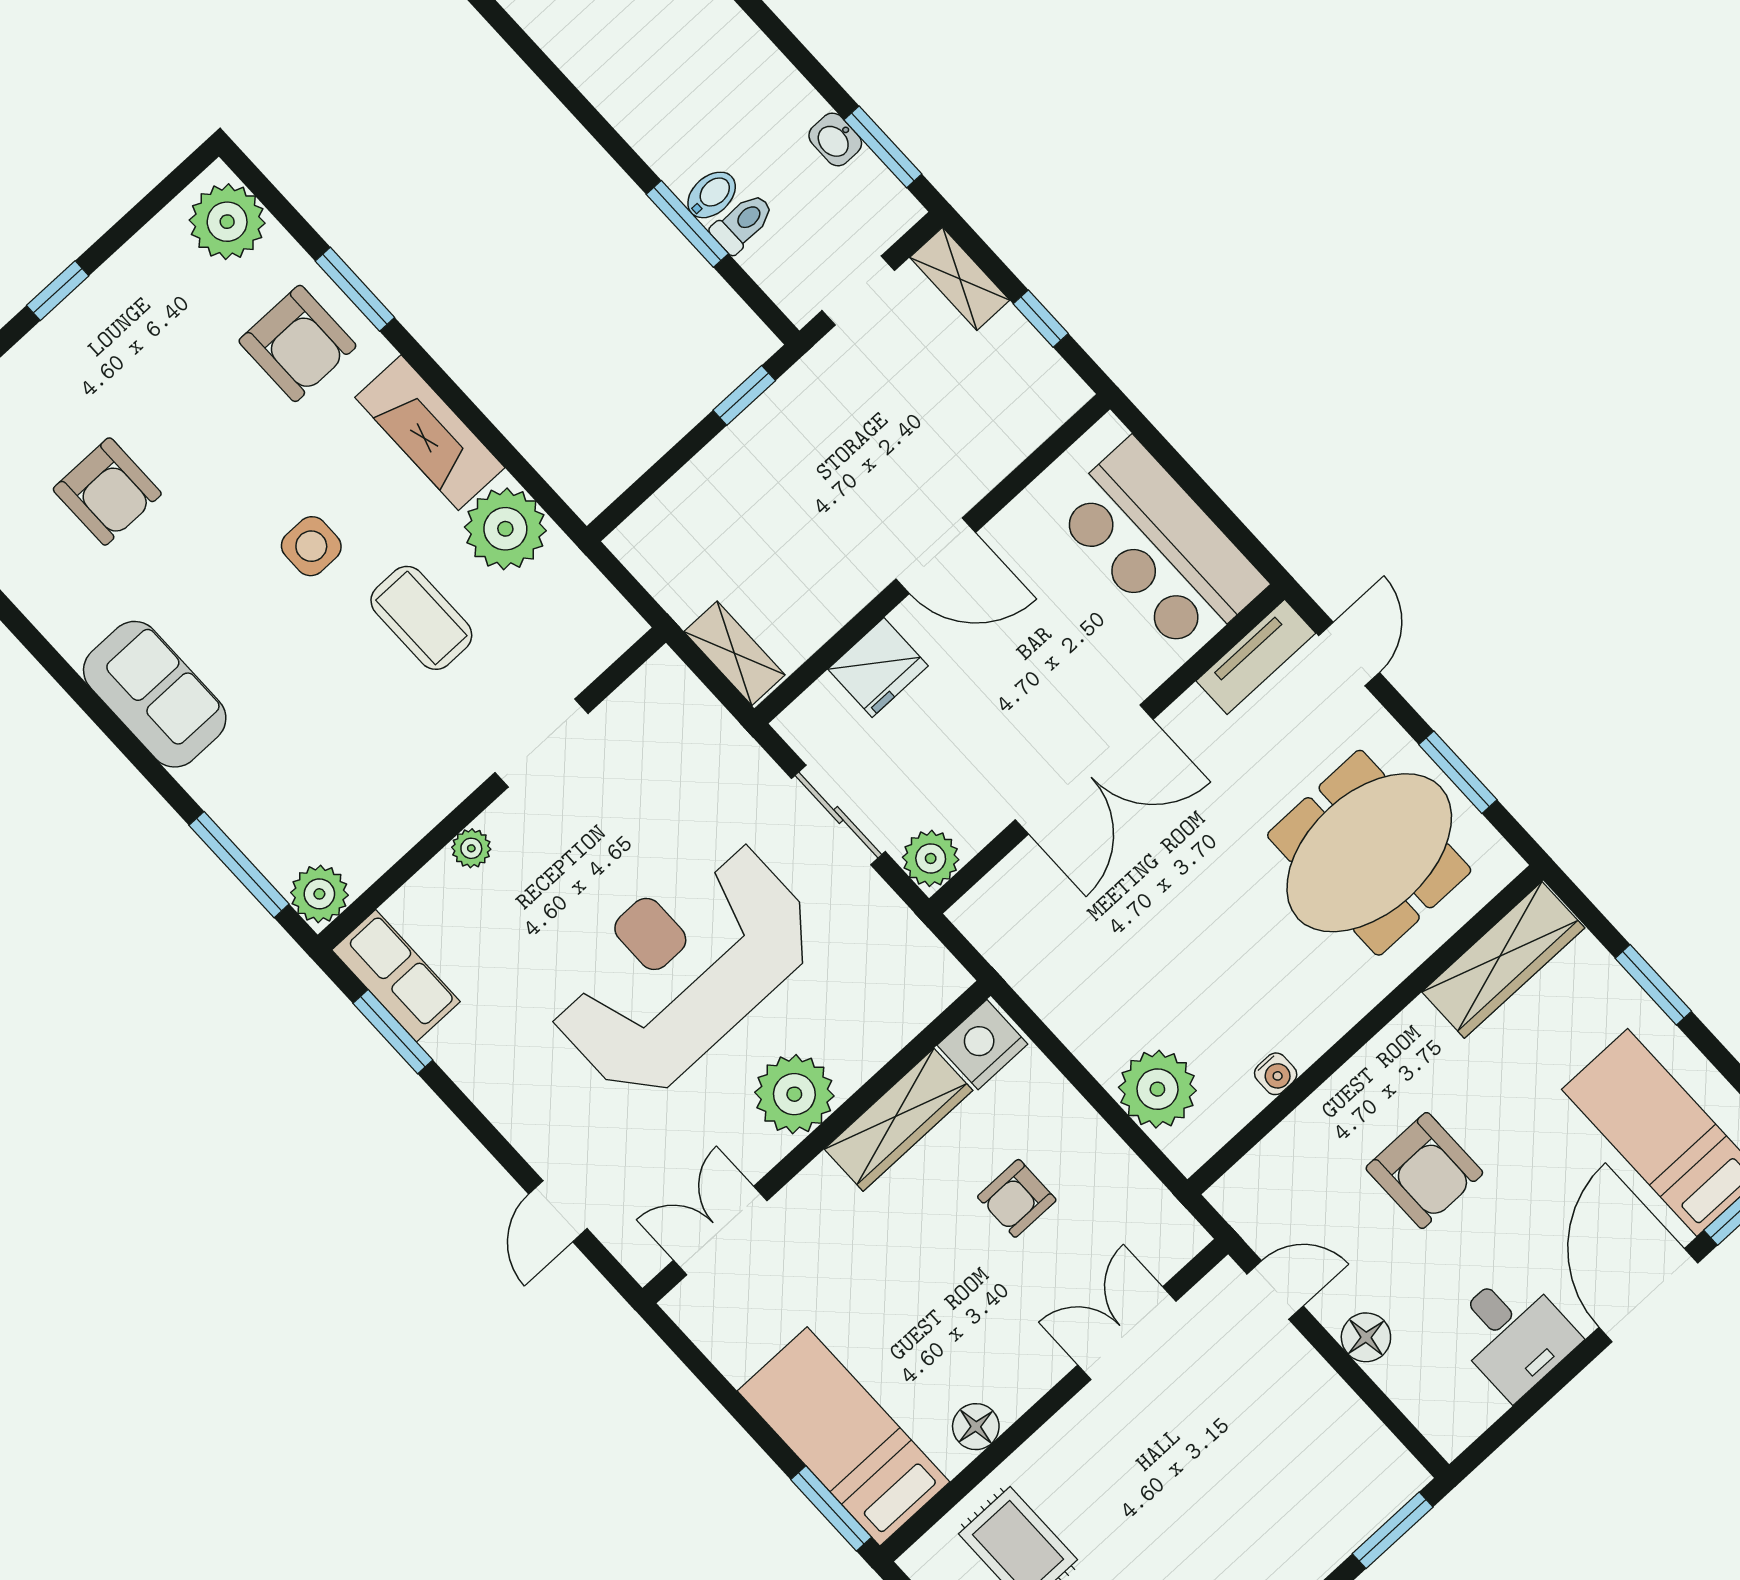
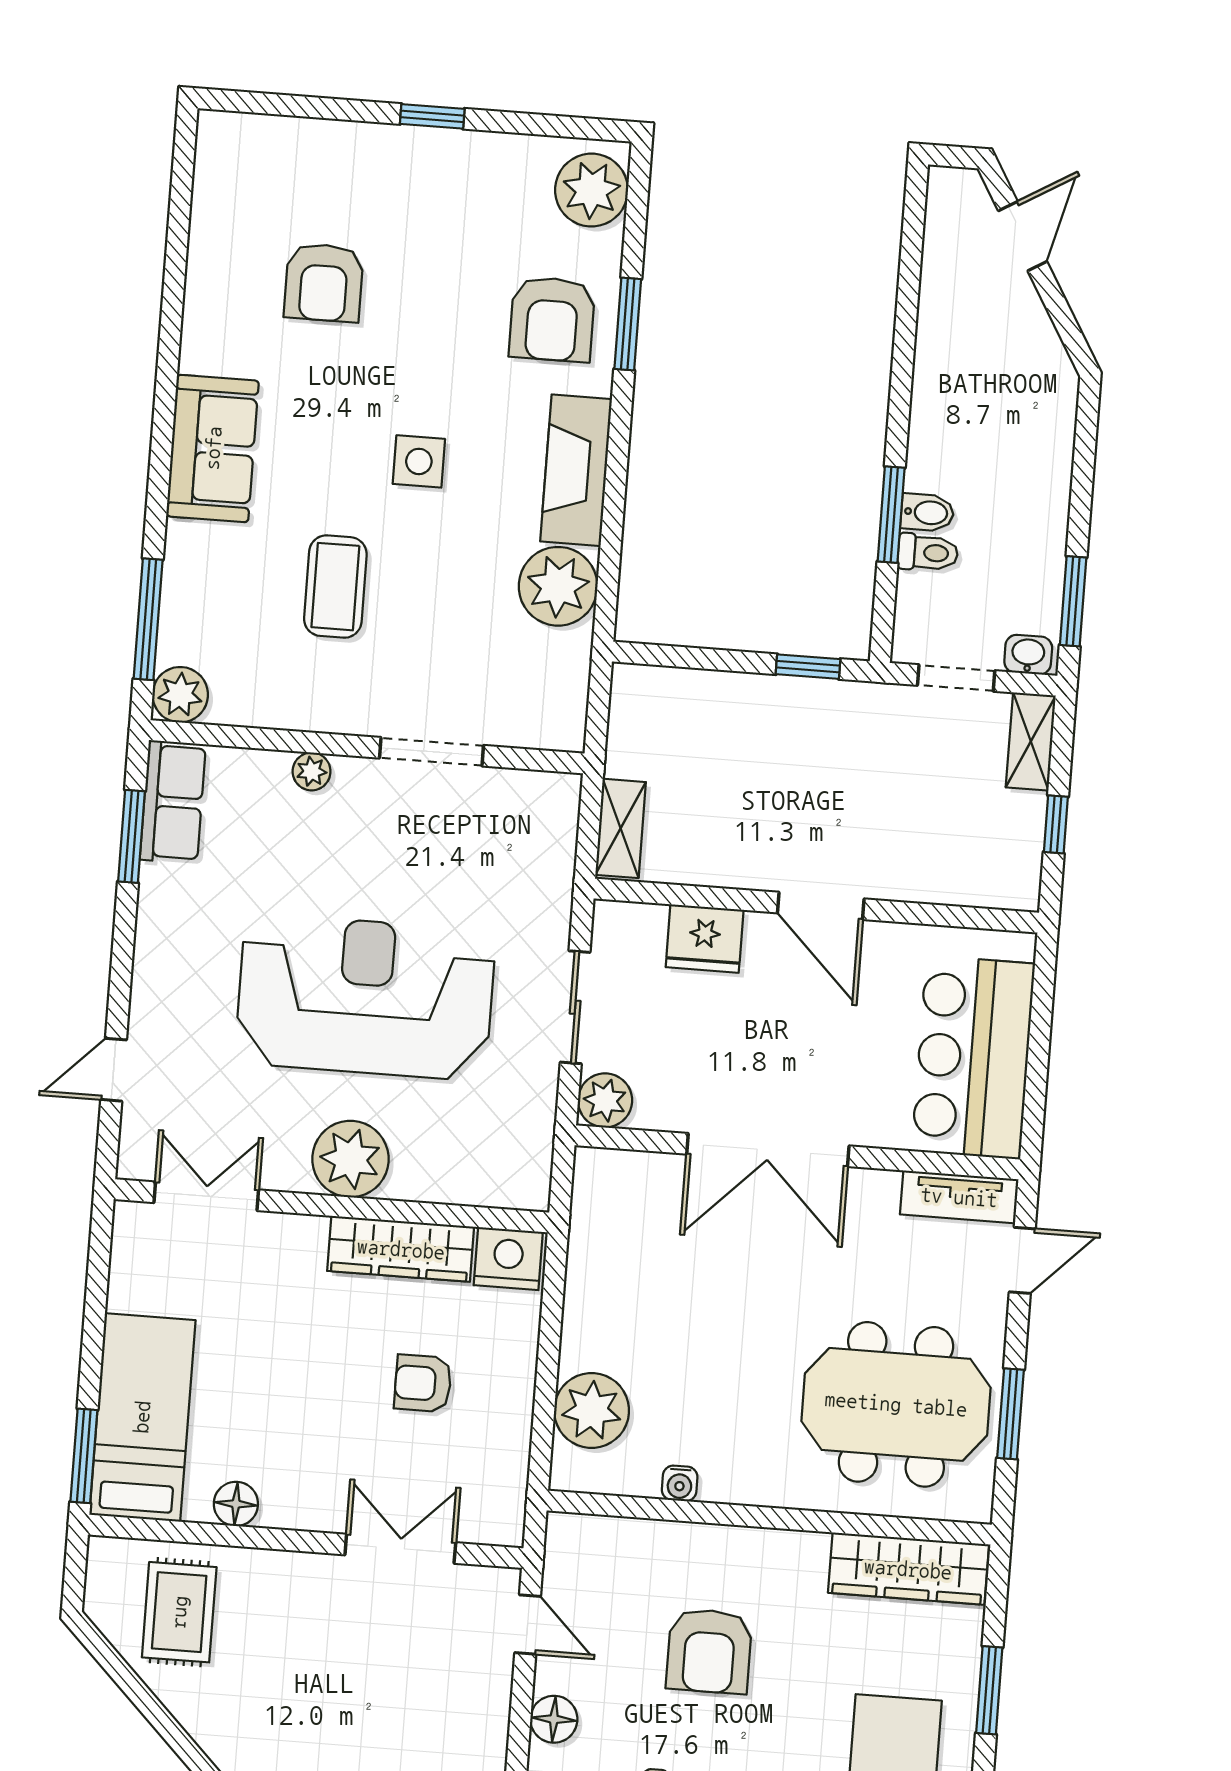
washbasin: (835, 139) -> (1028, 655), moved, turned 90
coffee table: (421, 618) -> (335, 587), moved

